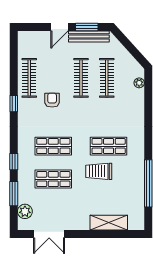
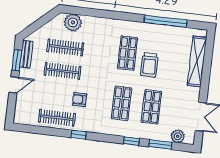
door: (60, 27) -> (14, 85), hinge flipped
bench: (89, 36) -> (26, 54), width x0.73
plant: (139, 83) -> (73, 22), width x1.87, depth x1.87
shelving: (109, 223) -> (197, 61), width x1.47

